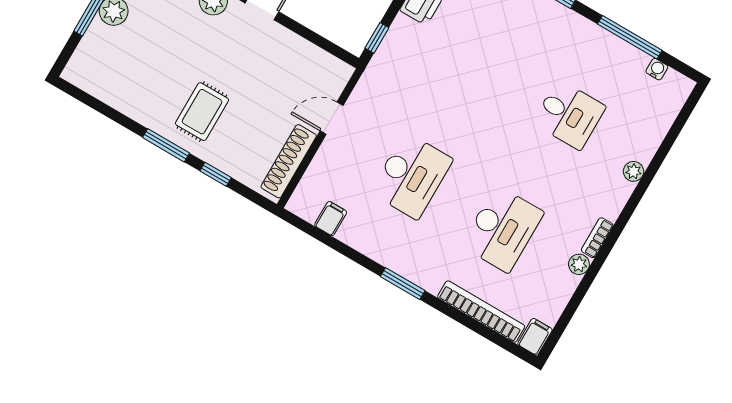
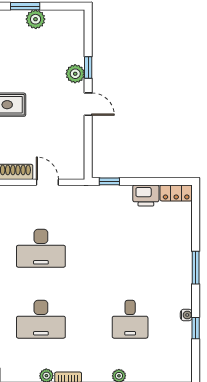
window: (630, 37) -> (196, 328), width x0.46
water cooler: (657, 69) -> (186, 315), moved

